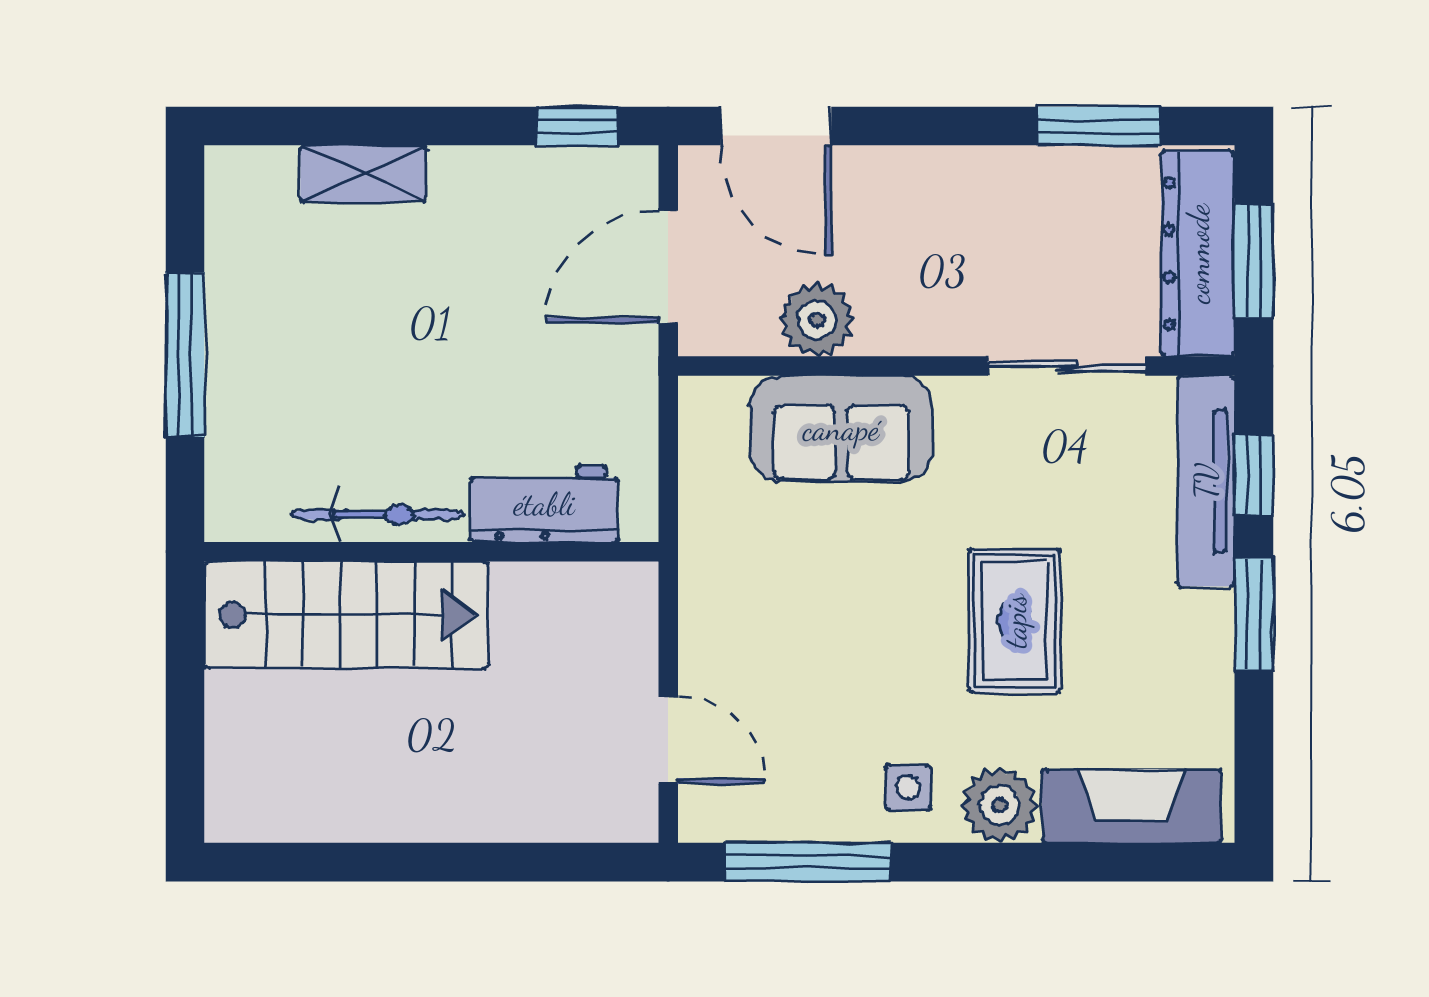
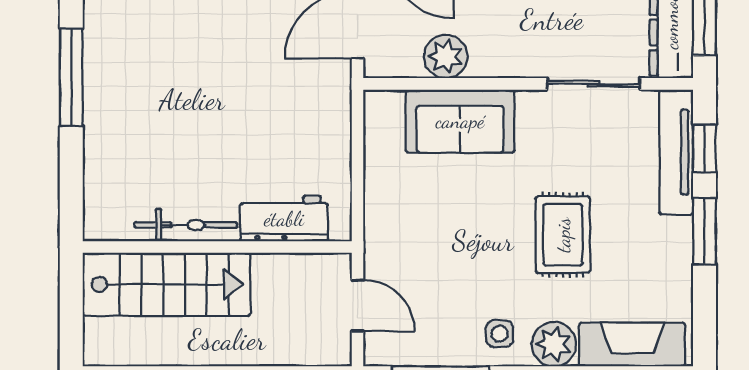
workbench: (544, 504) -> (284, 219), moved
bicycle: (378, 515) -> (186, 225), moved
wall: (431, 552) -> (217, 247), moved
stairs: (346, 615) -> (167, 284), moved

